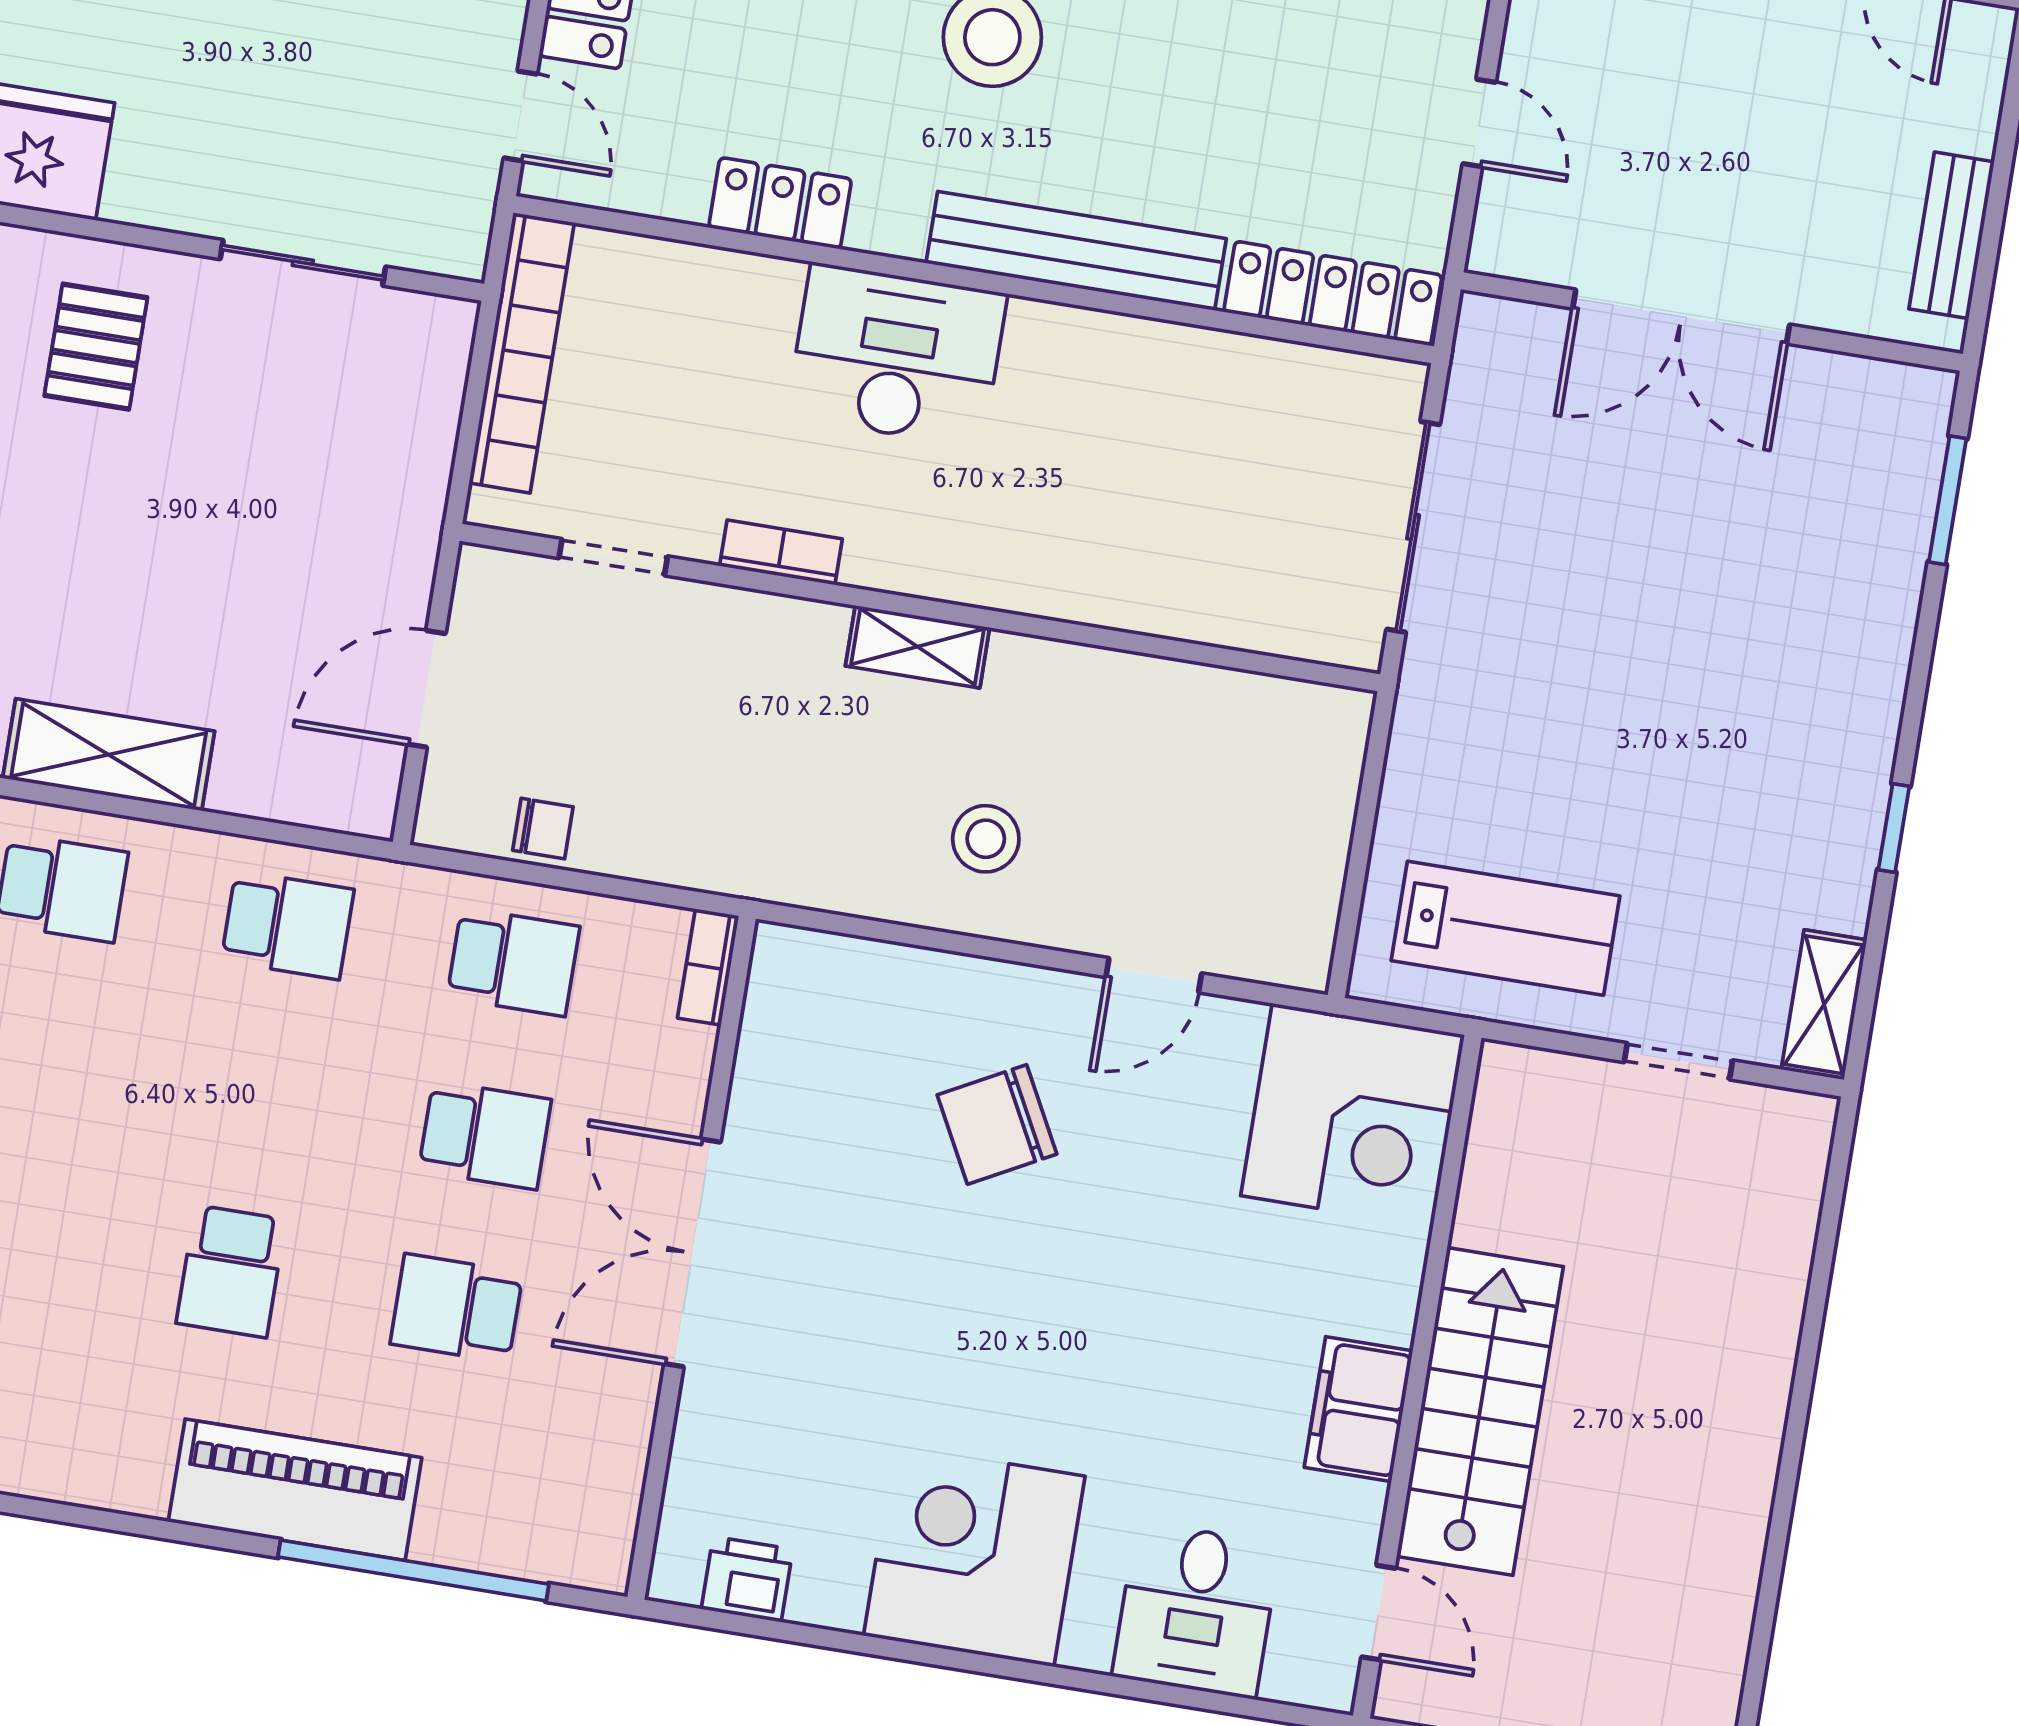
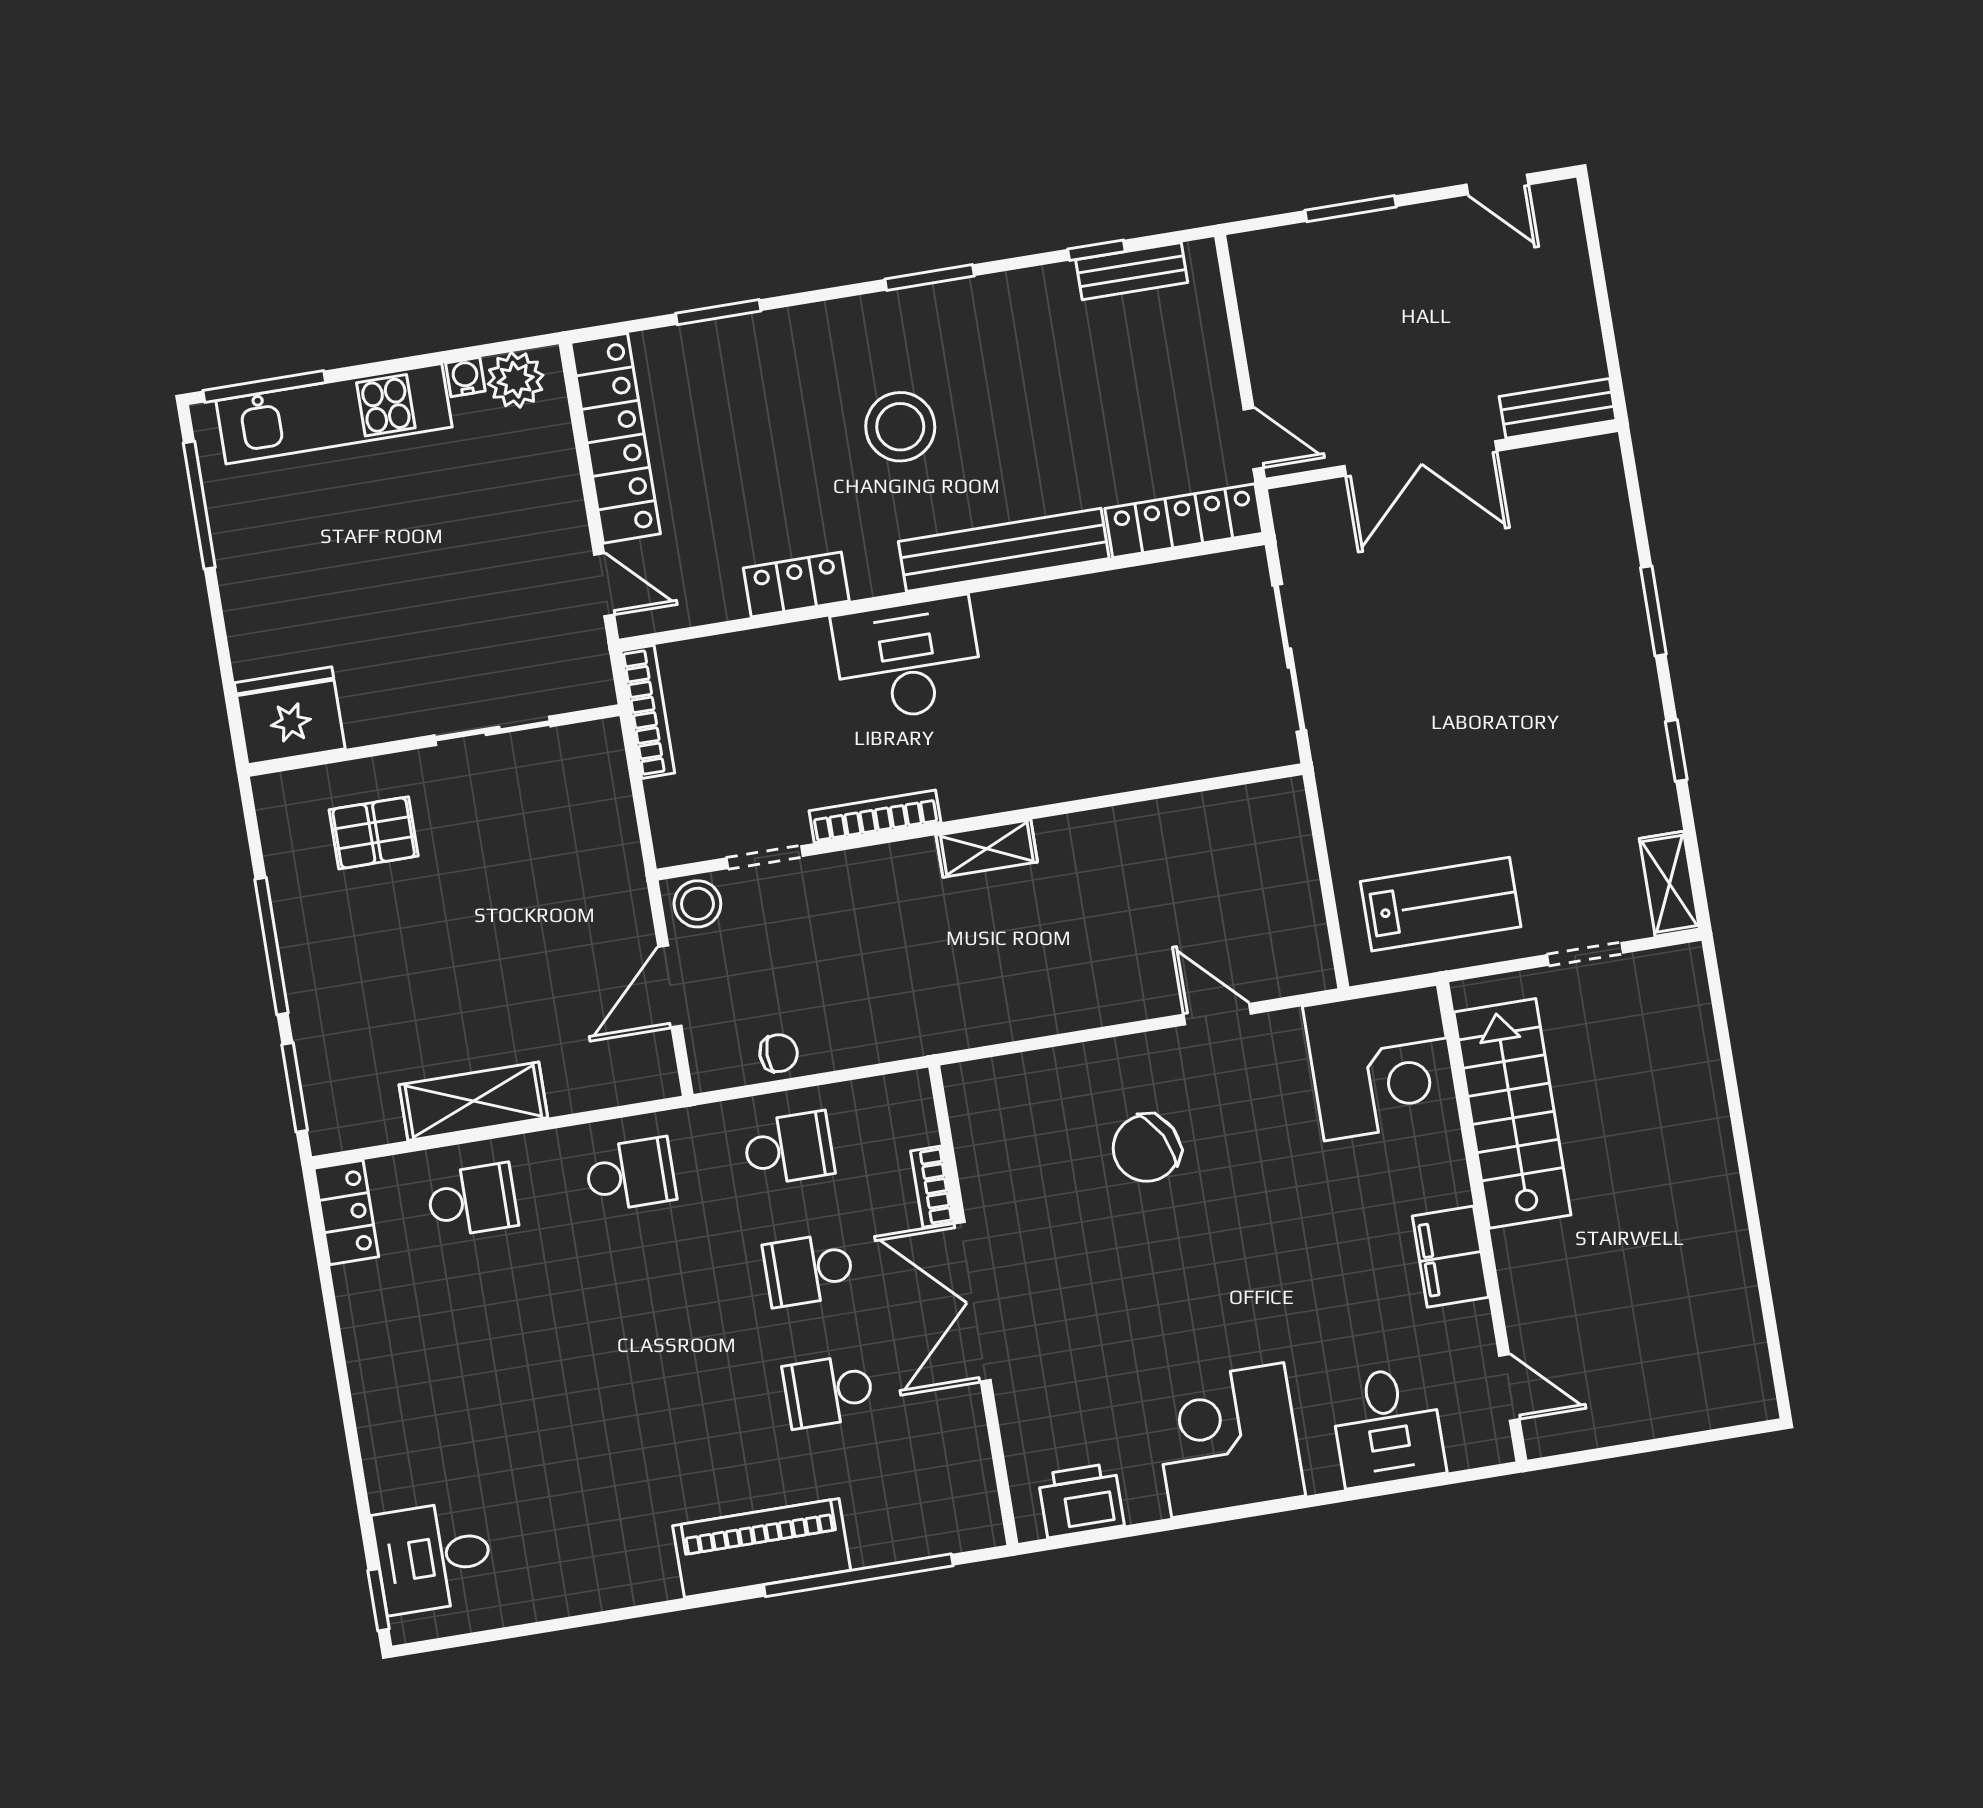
door: (1479, 123) -> (1253, 438), moved
bench: (1952, 235) -> (1558, 408), moved, turned 90
pallet: (96, 347) -> (374, 833), turned 90
bookcase: (522, 353) -> (648, 712), width x0.68, depth x0.76
window: (1948, 500) -> (1653, 611), moved
bookcase: (781, 552) -> (875, 816), width x1.56
stool: (986, 839) -> (697, 904), moved
bookcase: (708, 967) -> (932, 1187), moved
door: (1154, 975) -> (1217, 1014), swing flipped
school desk: (485, 1135) -> (809, 1270), turned 180
school desk: (231, 1271) -> (670, 1417), removed
stairs: (1480, 1411) -> (1512, 1113), moved
printer: (747, 1579) -> (1081, 1500), width x1.36, depth x1.24

